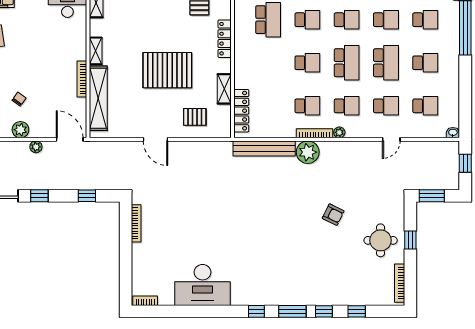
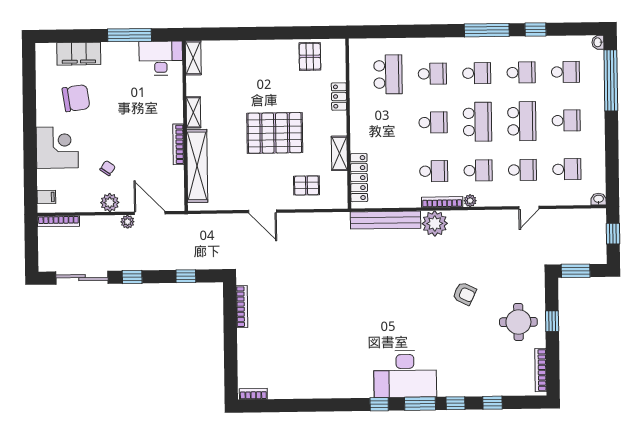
locker: (225, 39) -> (339, 97), width x0.66
door: (70, 139) -> (150, 213), moved
desk: (203, 285) -> (405, 374), moved

